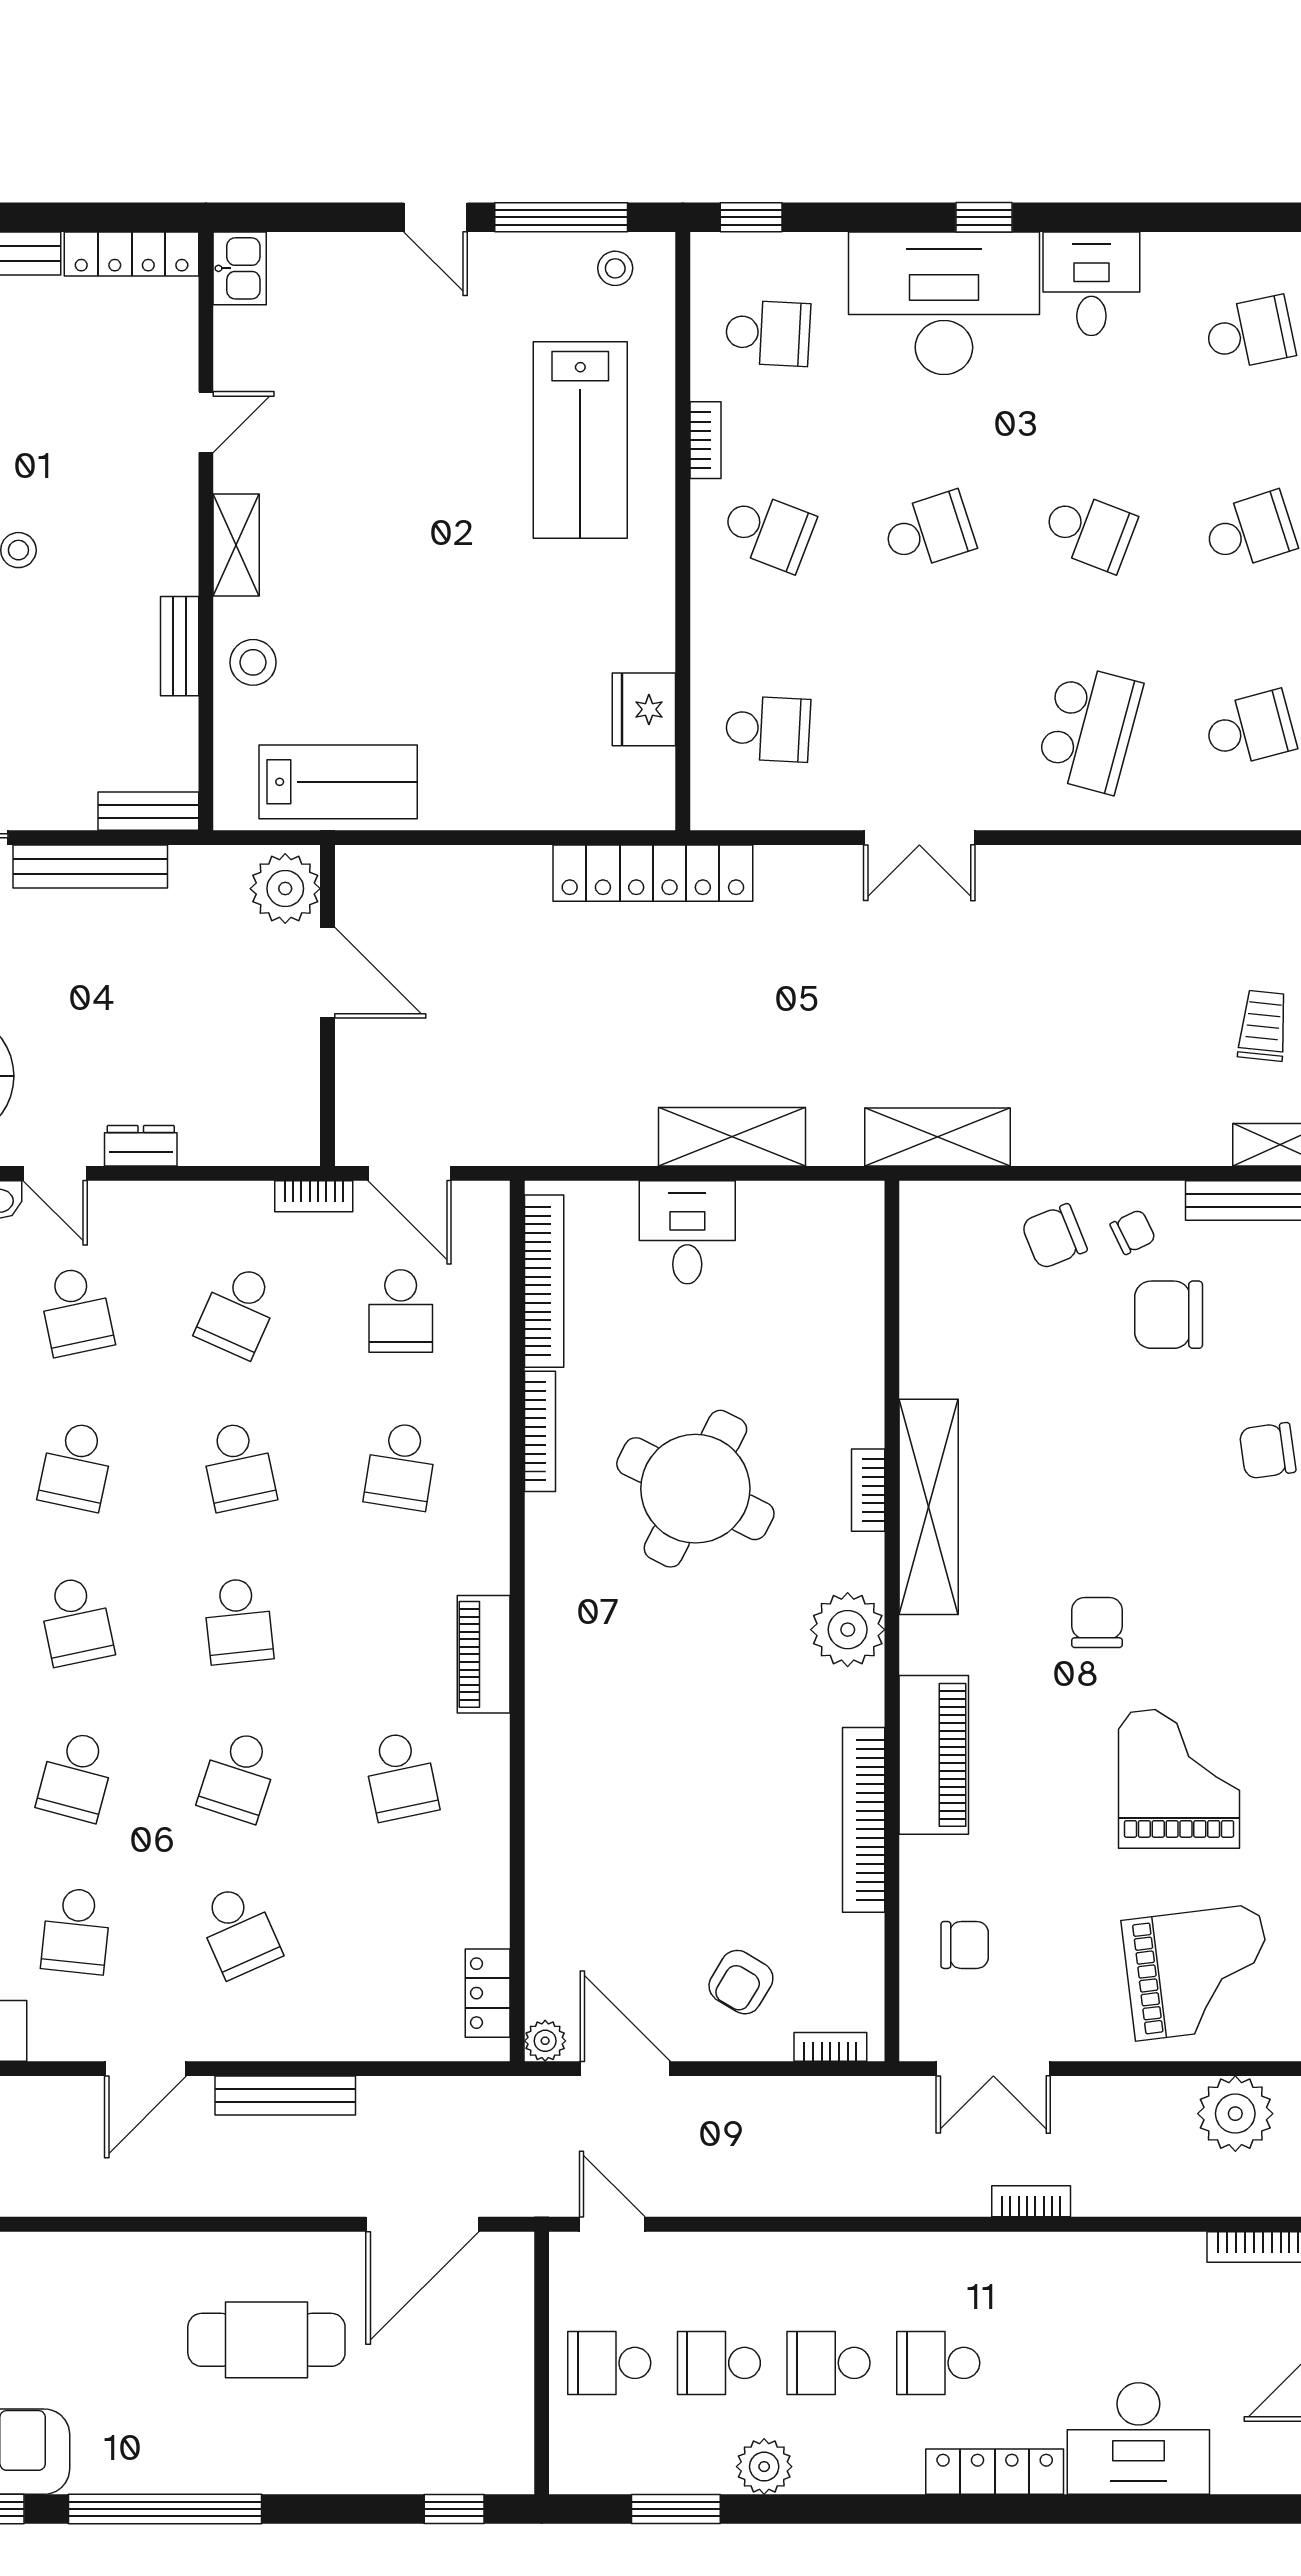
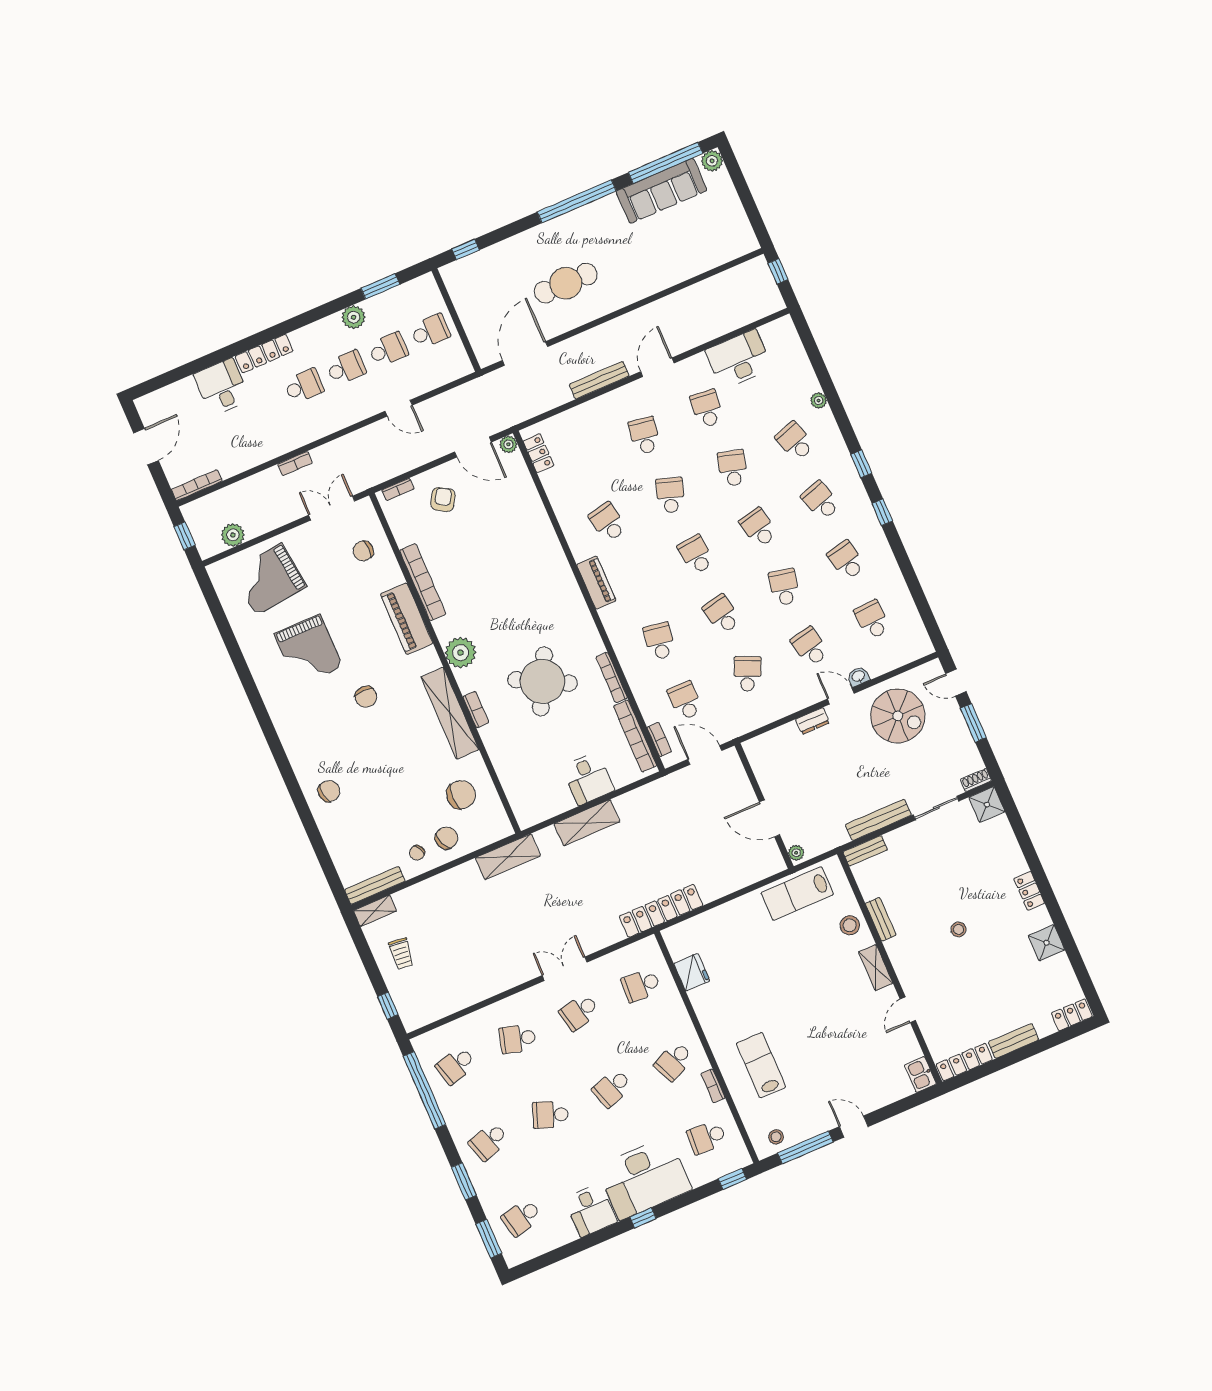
lab bench: (580, 440) -> (761, 1065), width x0.73, depth x0.72
school desk: (768, 531) -> (674, 1061), turned -45
school desk: (928, 729) -> (579, 1012), added
school desk: (1089, 729) -> (518, 1039), width x0.54
plant: (285, 889) -> (796, 853), width x0.53, depth x0.53
bookcase: (314, 1196) -> (659, 740), moved, turned 90
chair: (1169, 1315) -> (461, 795), moved
school desk: (238, 1931) -> (644, 436), turned 33
plant: (1235, 2114) -> (233, 535), width x0.73, depth x0.73
door: (612, 2224) -> (399, 408), moved
desk: (1138, 2439) -> (222, 387), width x0.73

